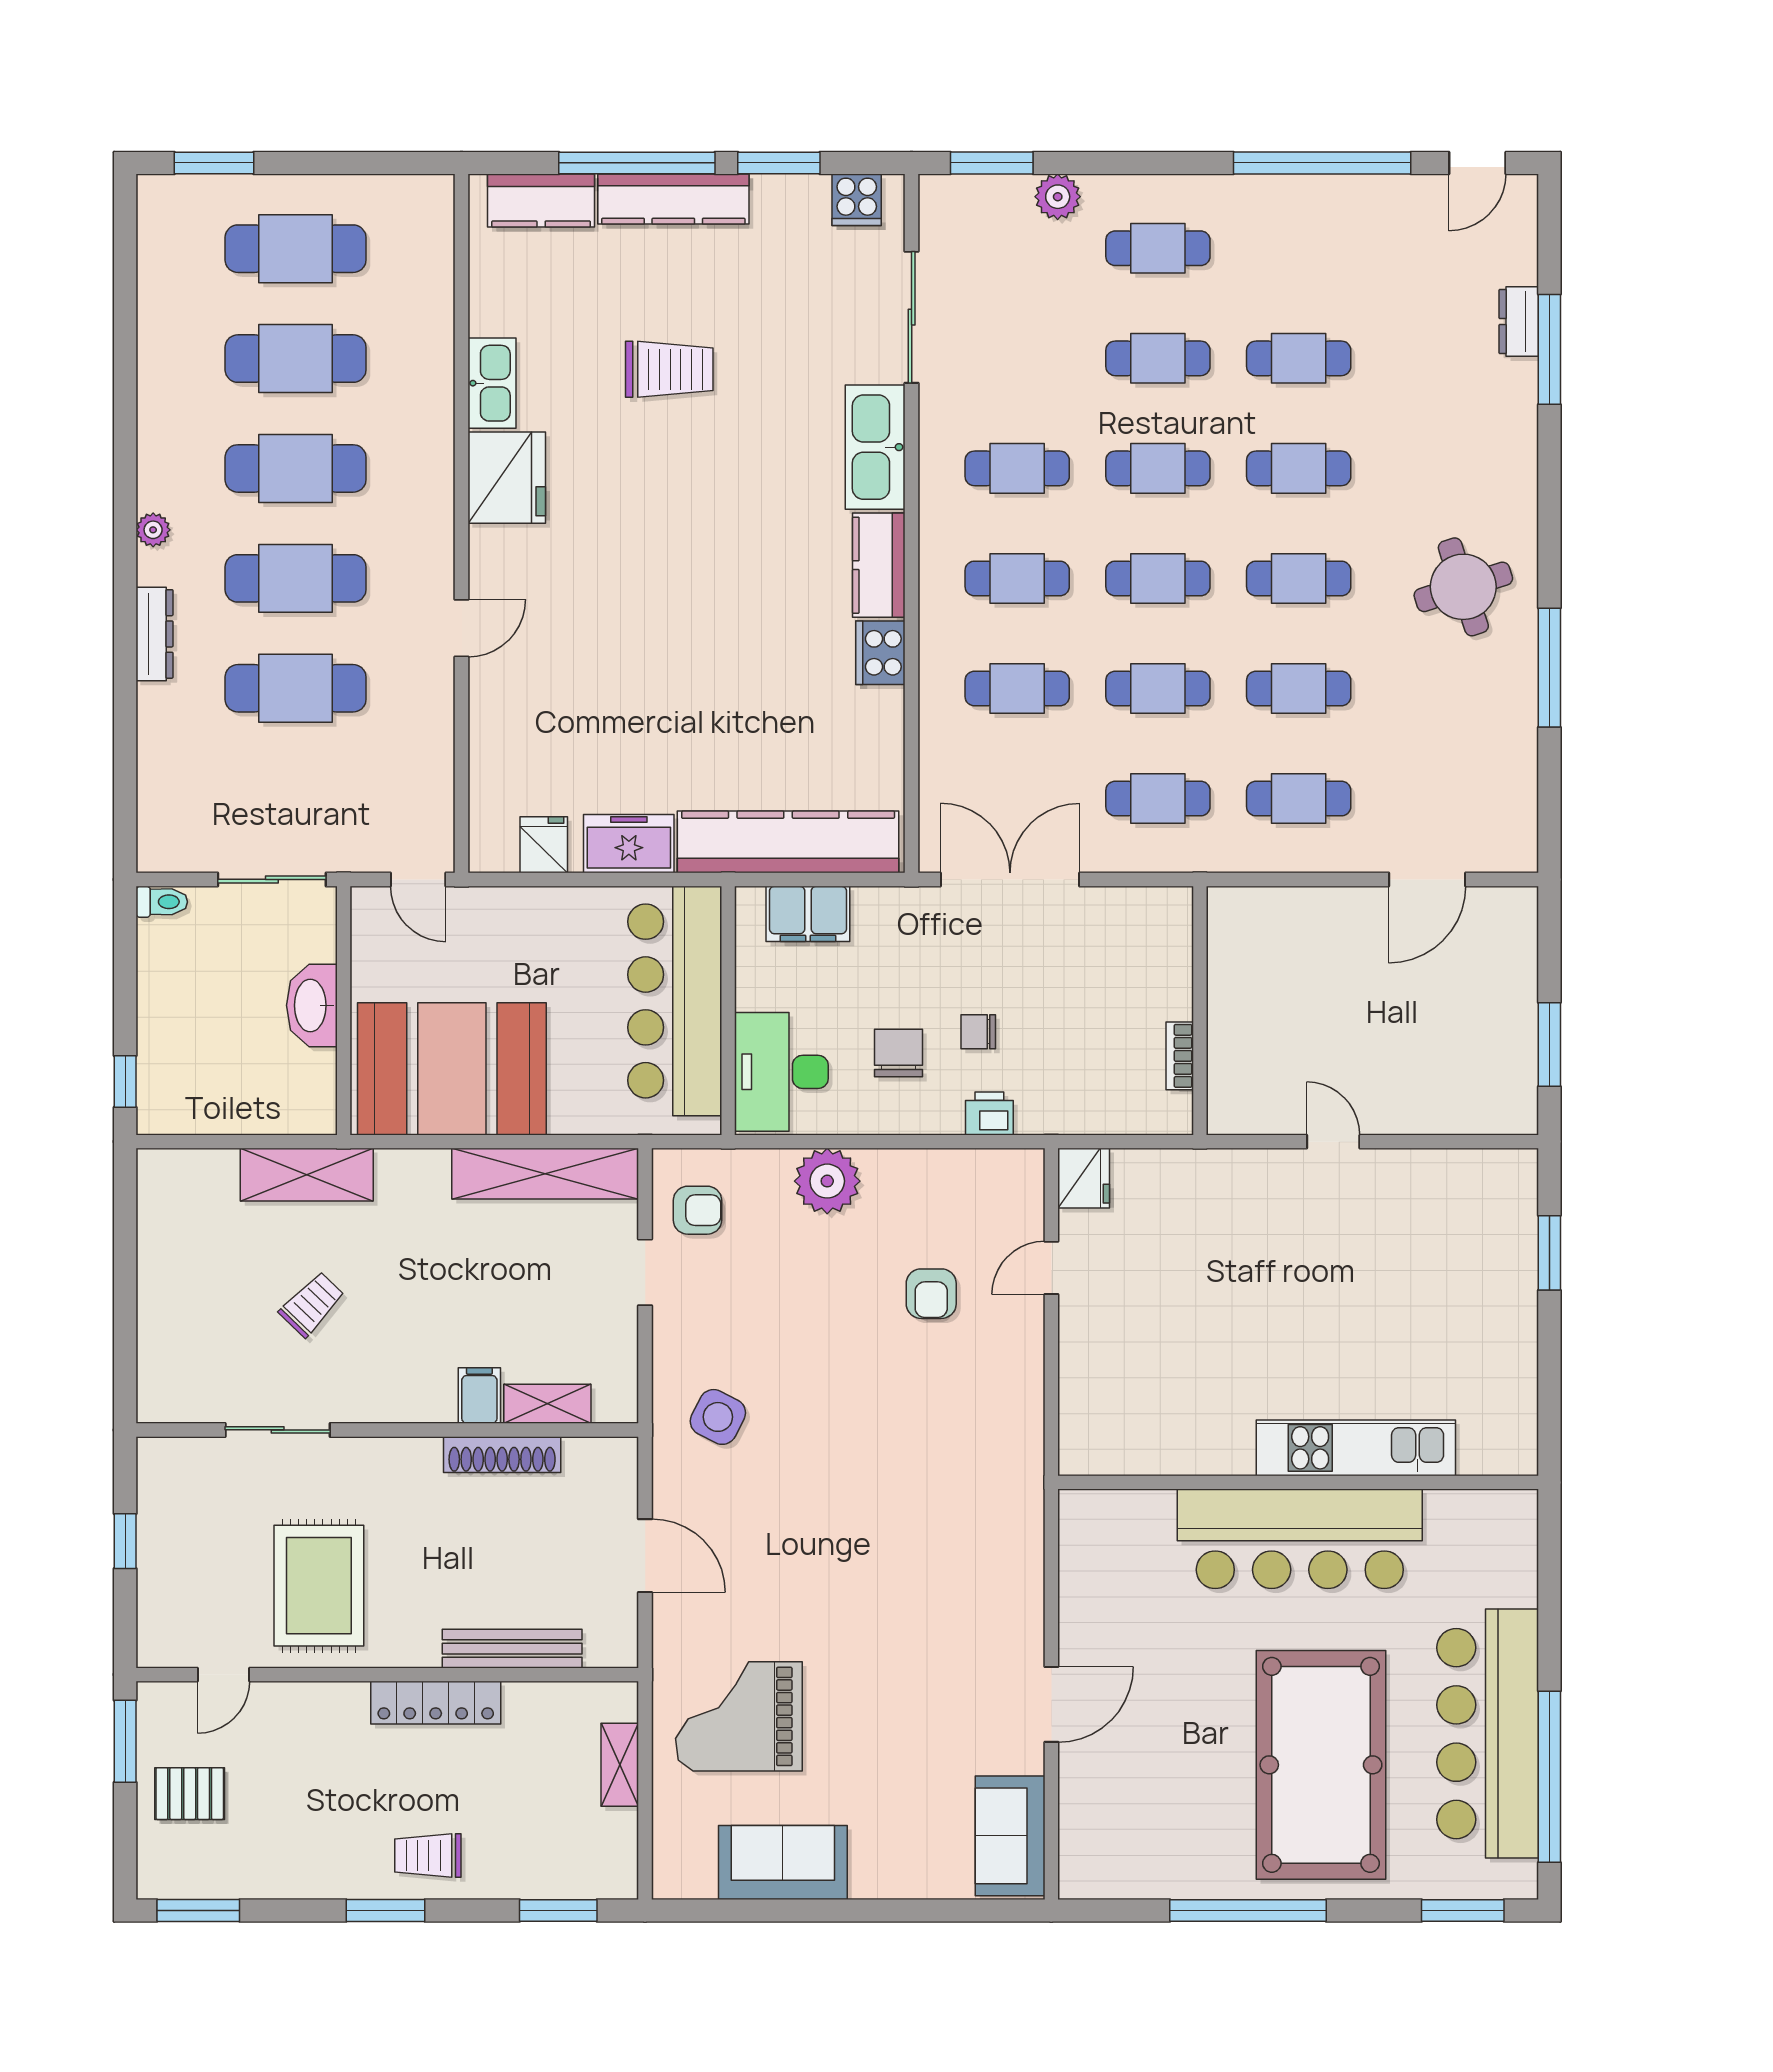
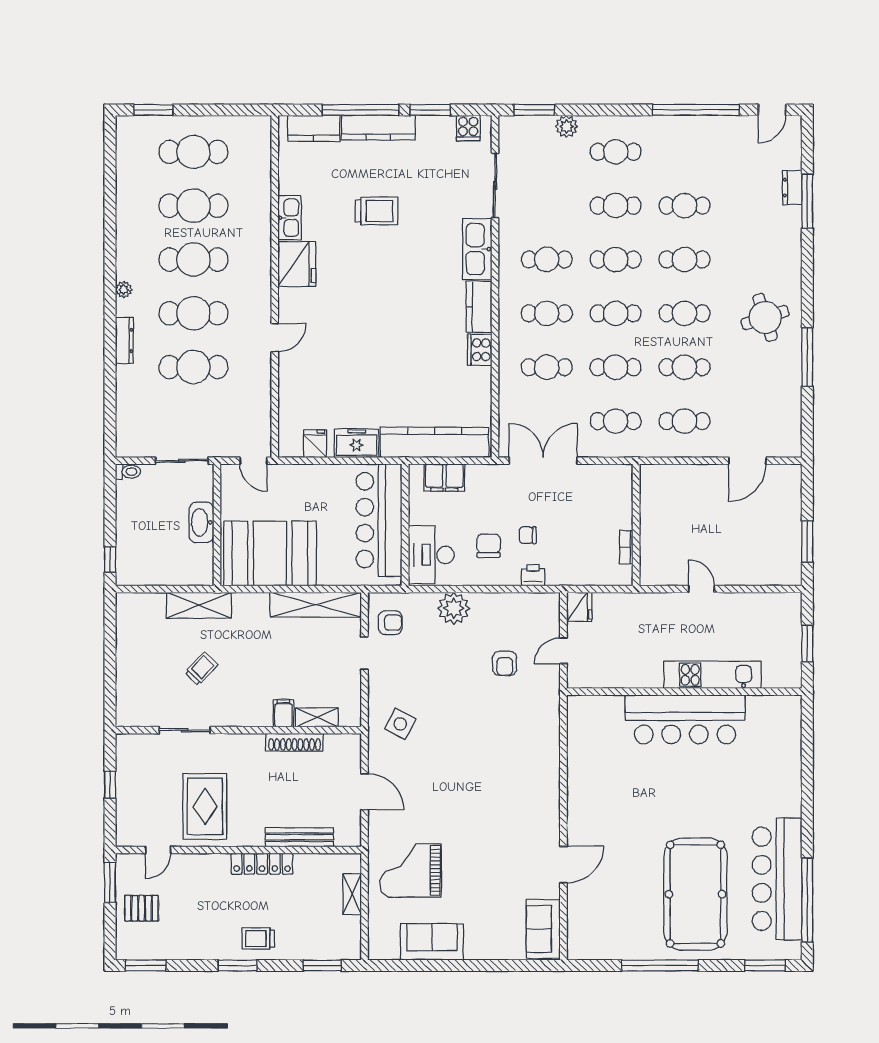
kitchen unit: (1356, 1448) -> (713, 675), moved
wall: (1298, 1482) -> (684, 692), moved
bar counter: (1300, 1539) -> (685, 719), moved

